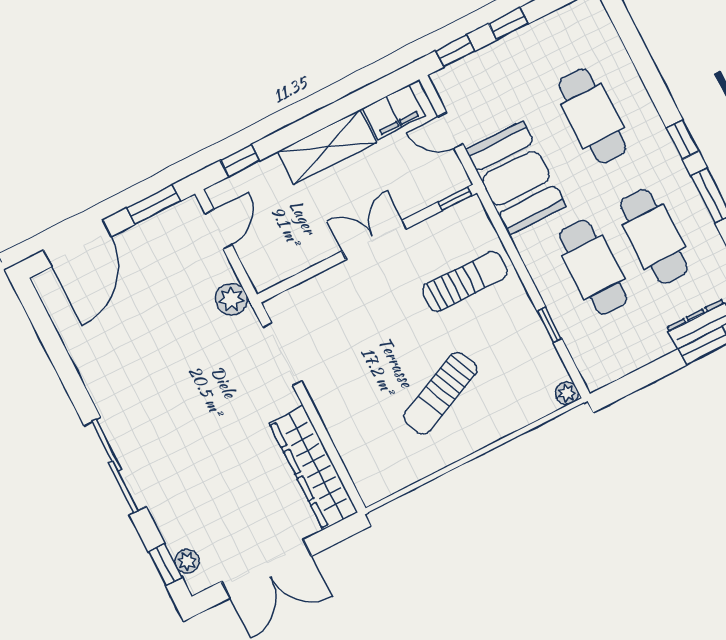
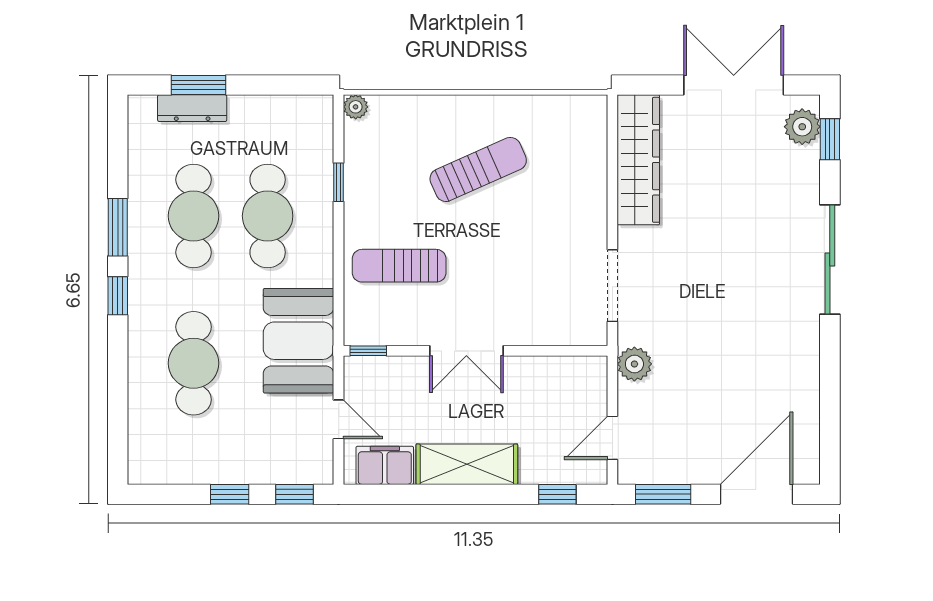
plant: (187, 561) -> (802, 127), width x1.38, depth x1.38

